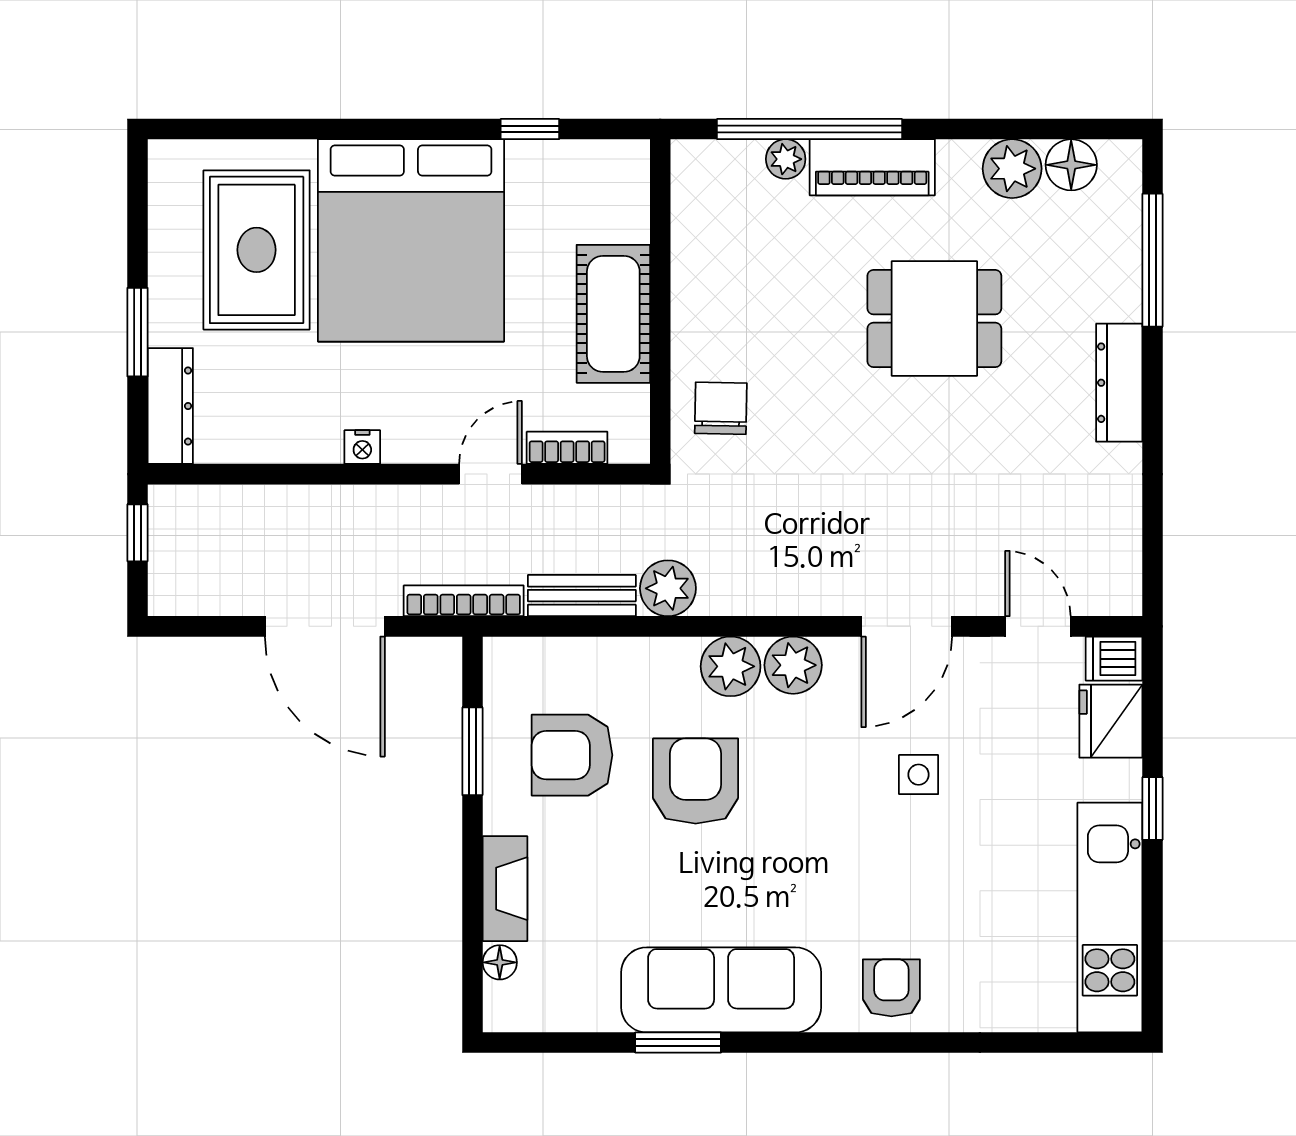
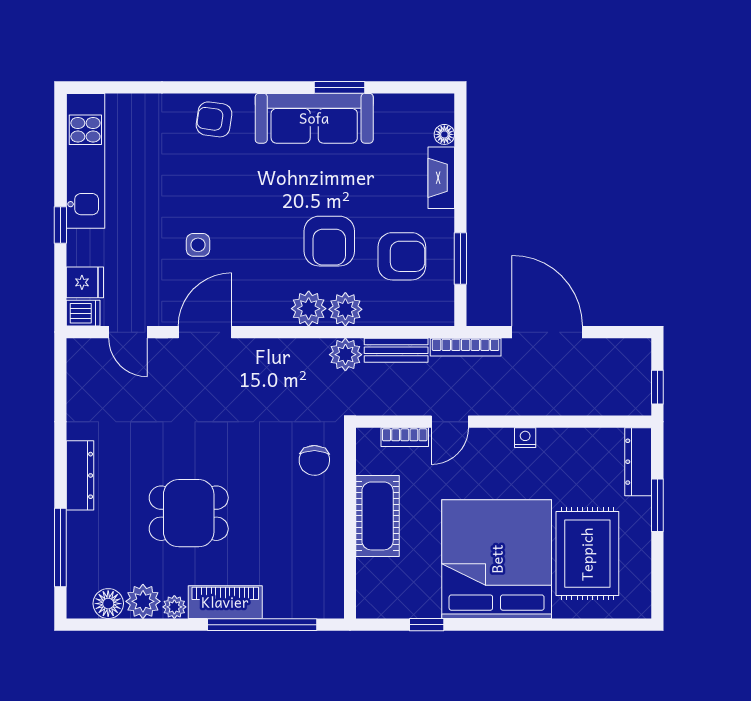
plant: (786, 159) -> (174, 607), moved
plant: (793, 665) -> (345, 309), moved
fridge: (1111, 721) -> (85, 282), width x0.72
armchair: (891, 988) -> (214, 119), turned 98

